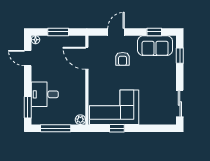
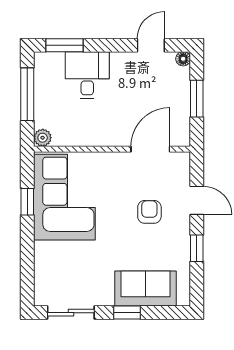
window: (154, 32) -> (197, 248), moved
sofa: (155, 46) -> (146, 289), moved, turned 90
window: (180, 56) -> (127, 313), moved
armchair: (123, 59) -> (149, 212), turned 90

